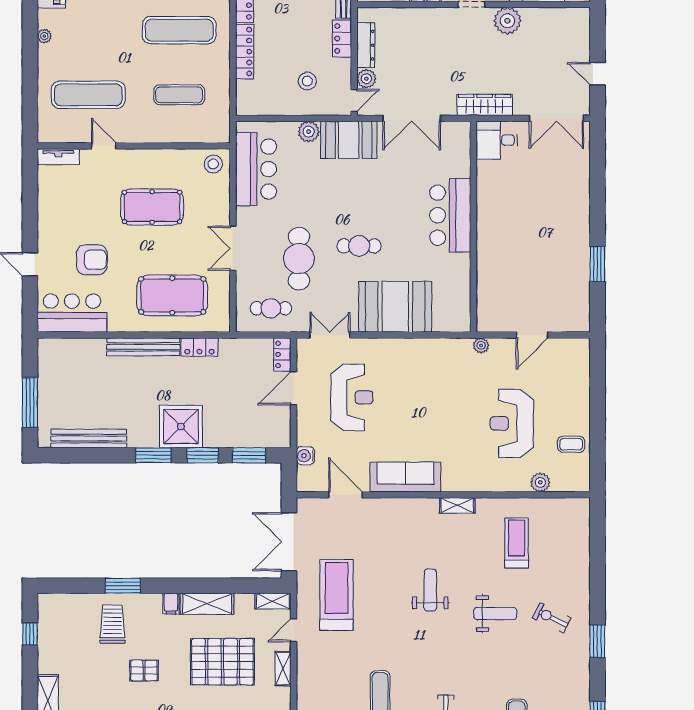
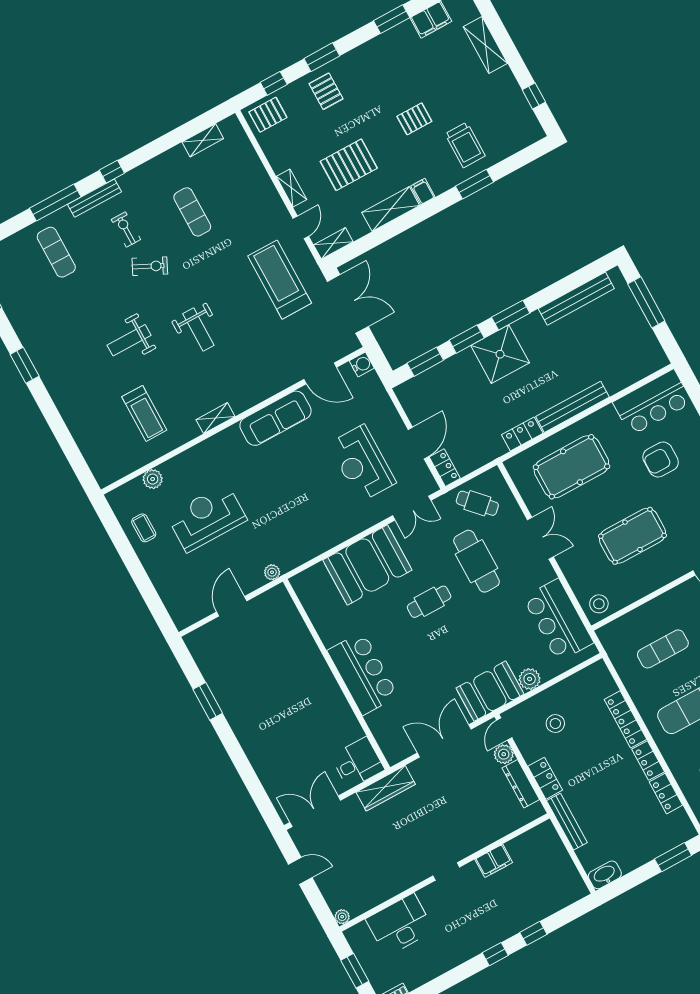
plant: (507, 21) -> (342, 917), moved, width x0.53, depth x0.53
cafe table: (271, 308) -> (477, 503), turned 47
reception desk: (512, 423) -> (207, 518), turned -90
coffee table: (571, 444) -> (144, 528), turned 90
water cooler: (305, 456) -> (362, 364), moved
treadmill: (336, 595) -> (280, 280), turned 180
exercise bike: (552, 618) -> (150, 266), moved
pallet: (223, 662) -> (349, 165), width x0.73, depth x0.71

